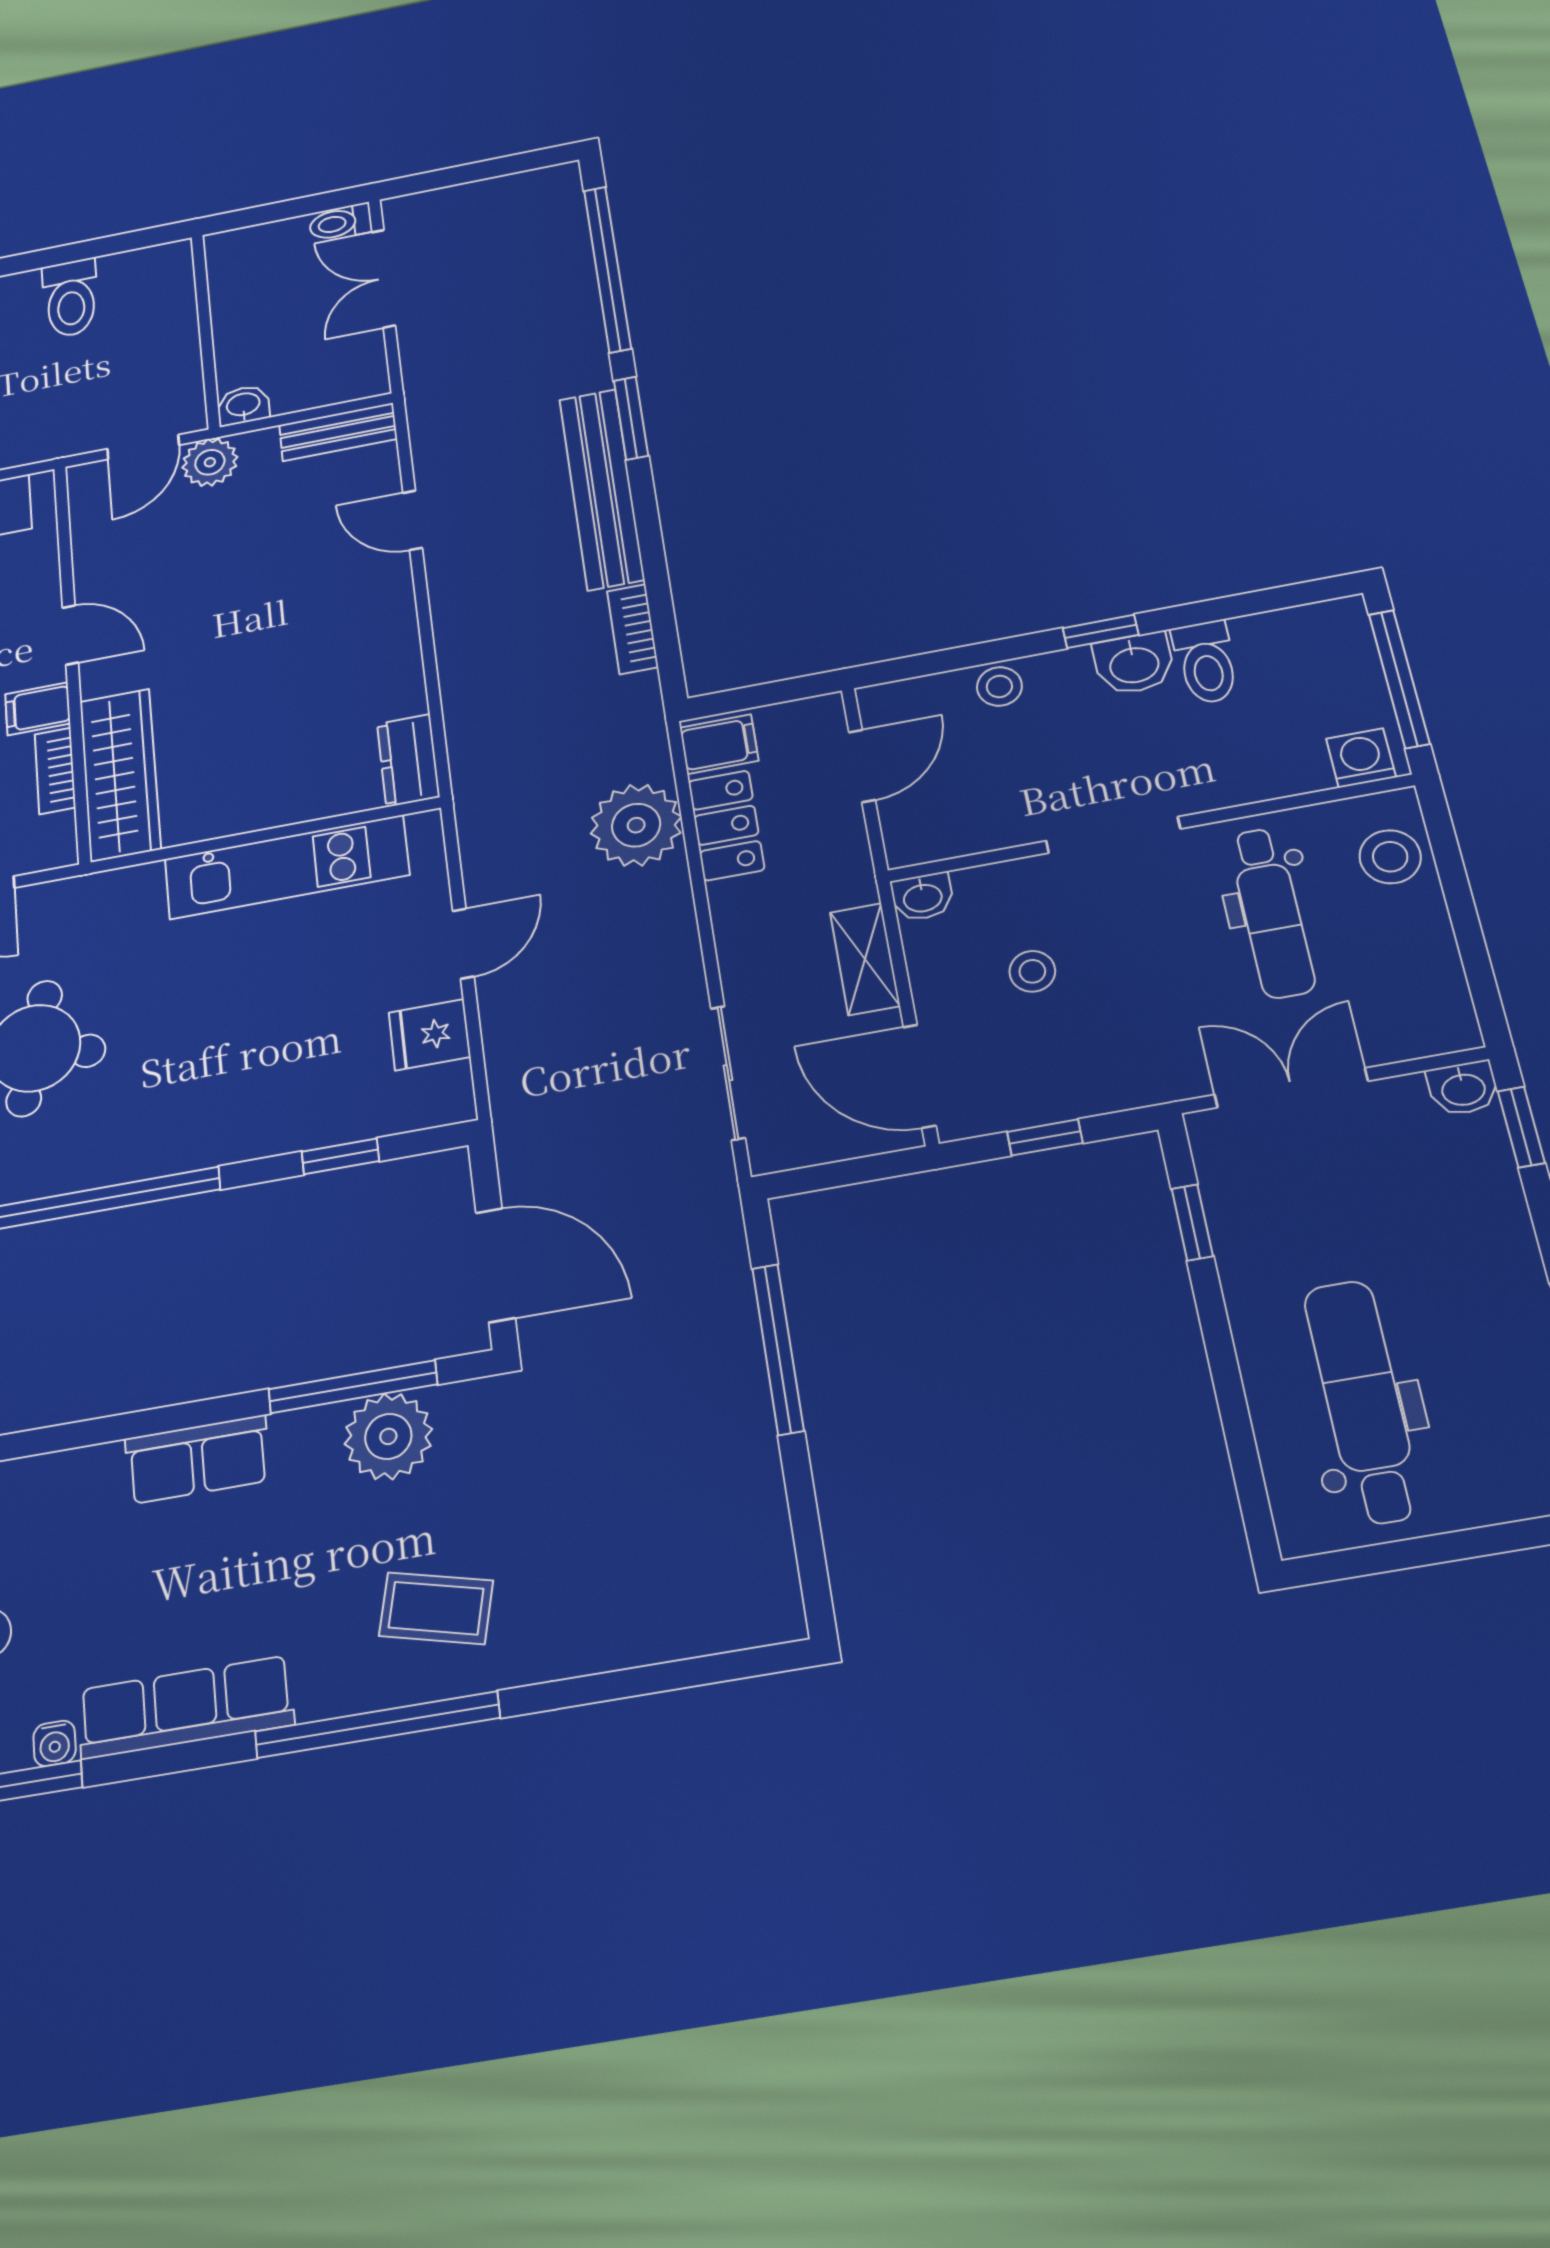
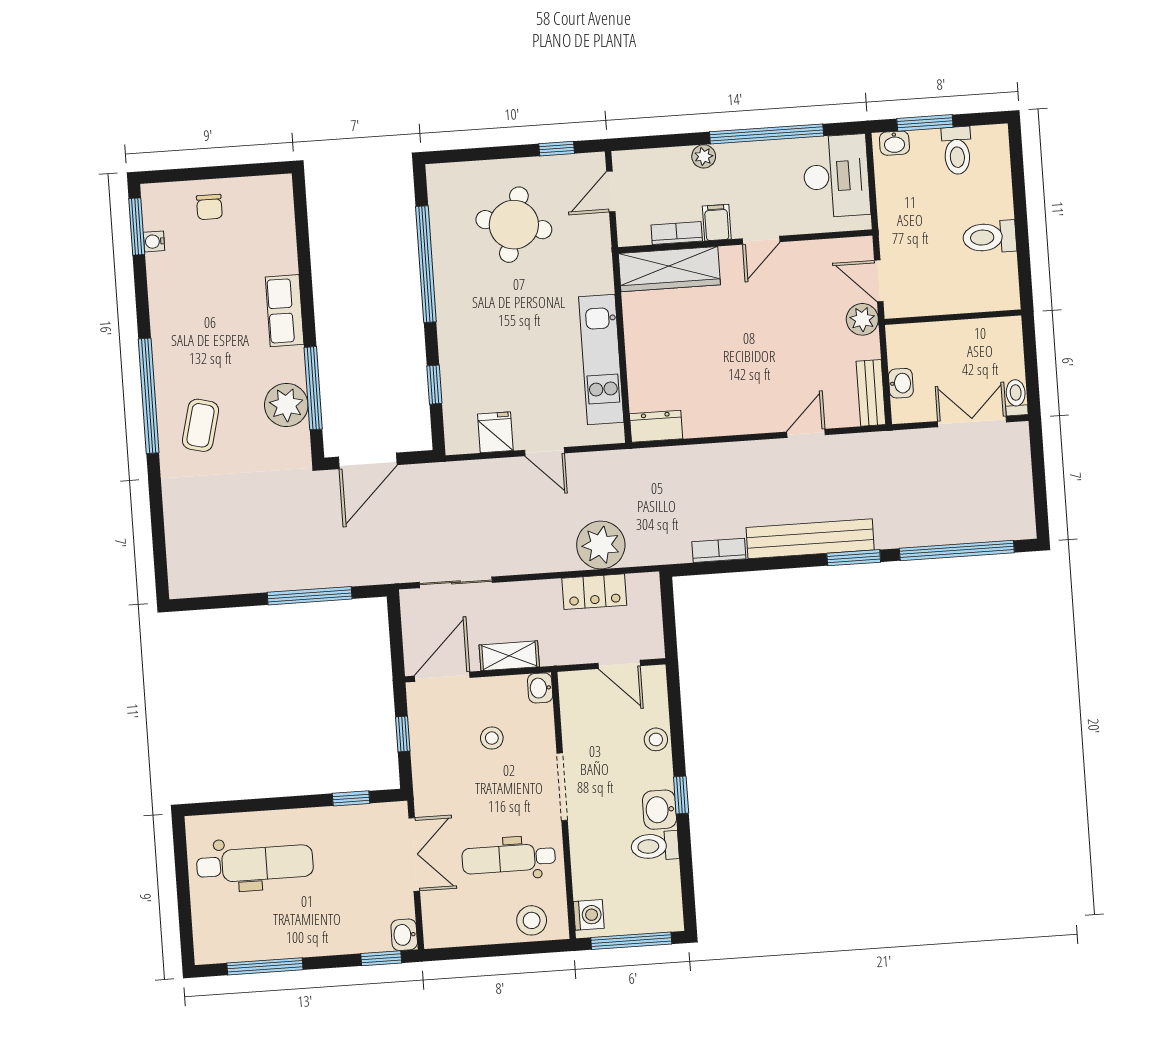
washbasin: (243, 405) -> (901, 383), moved
filing cabinet: (719, 744) -> (642, 591), removed
row of seats: (186, 1707) -> (165, 305), removed

